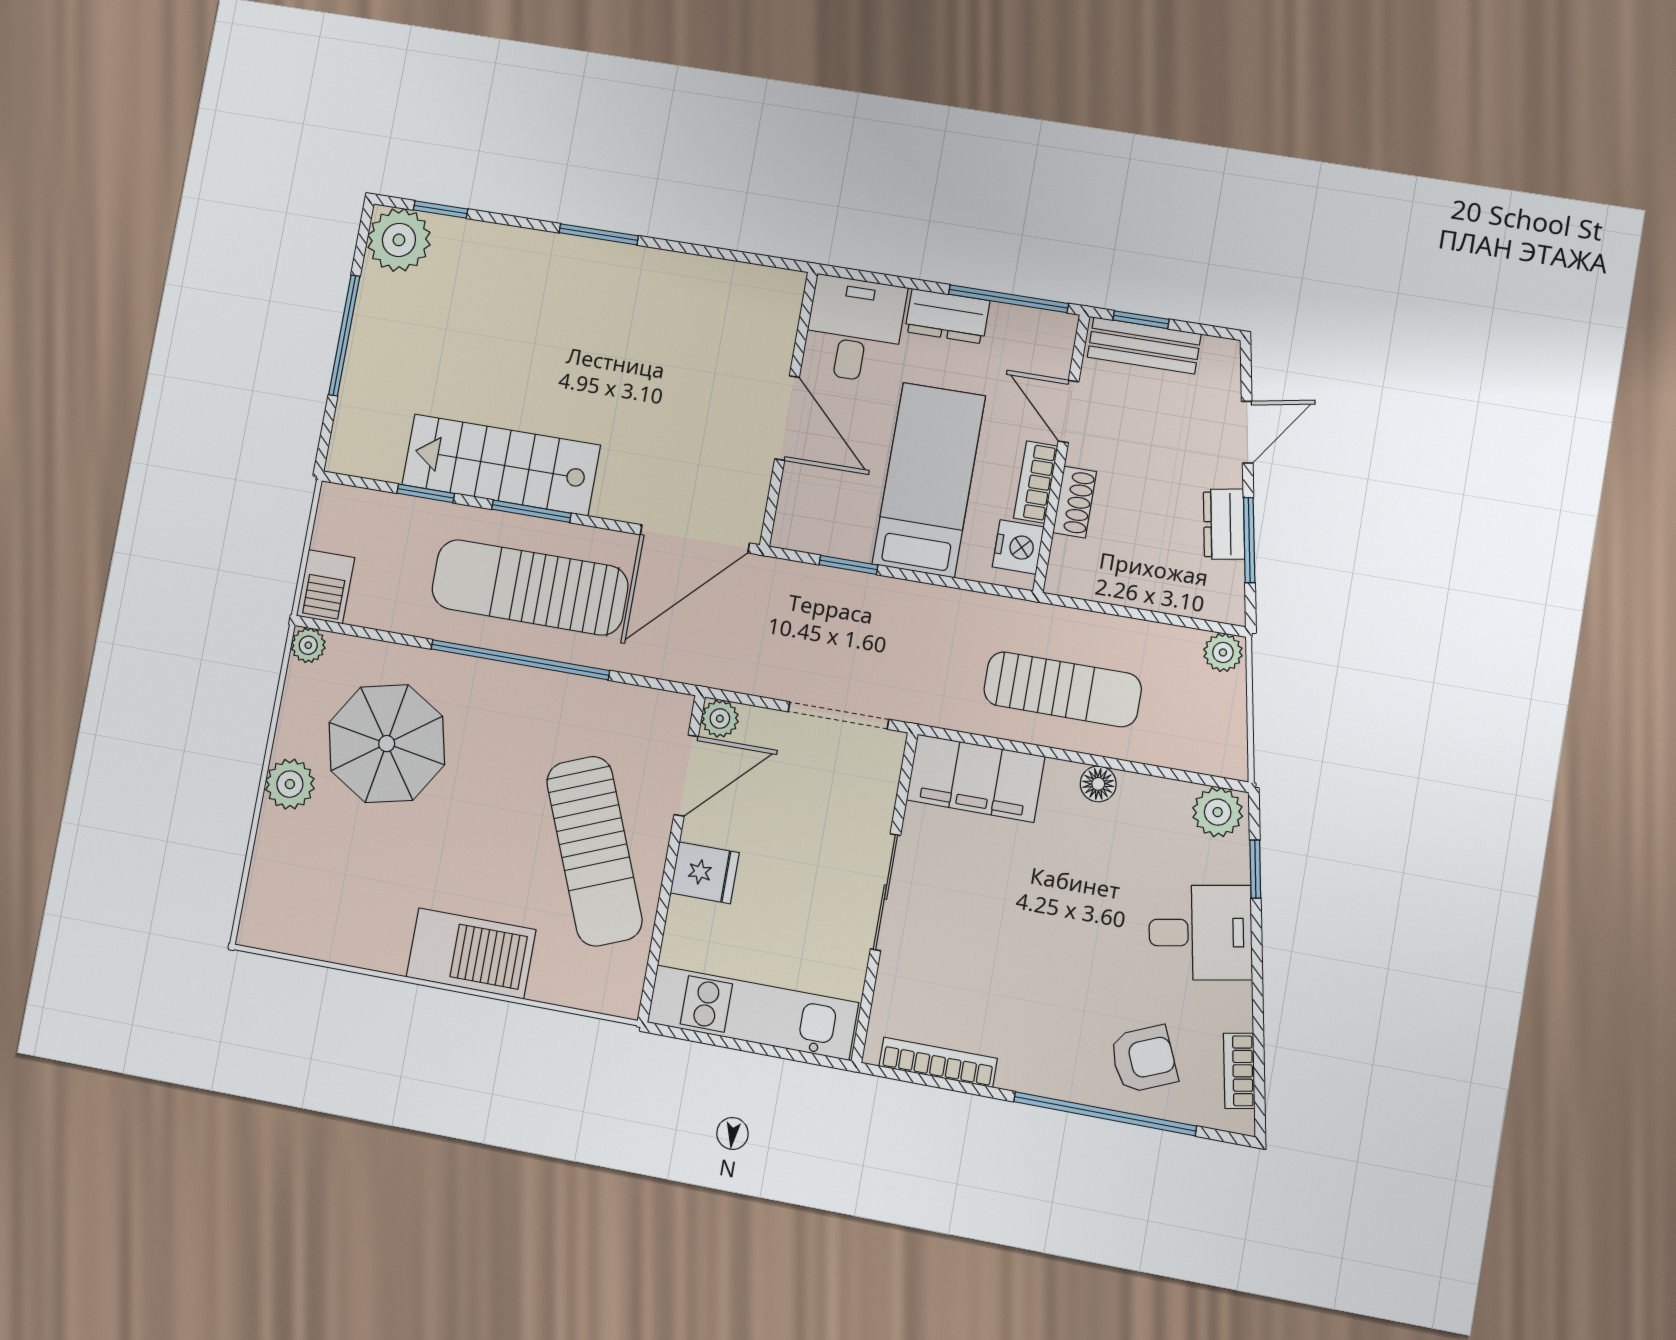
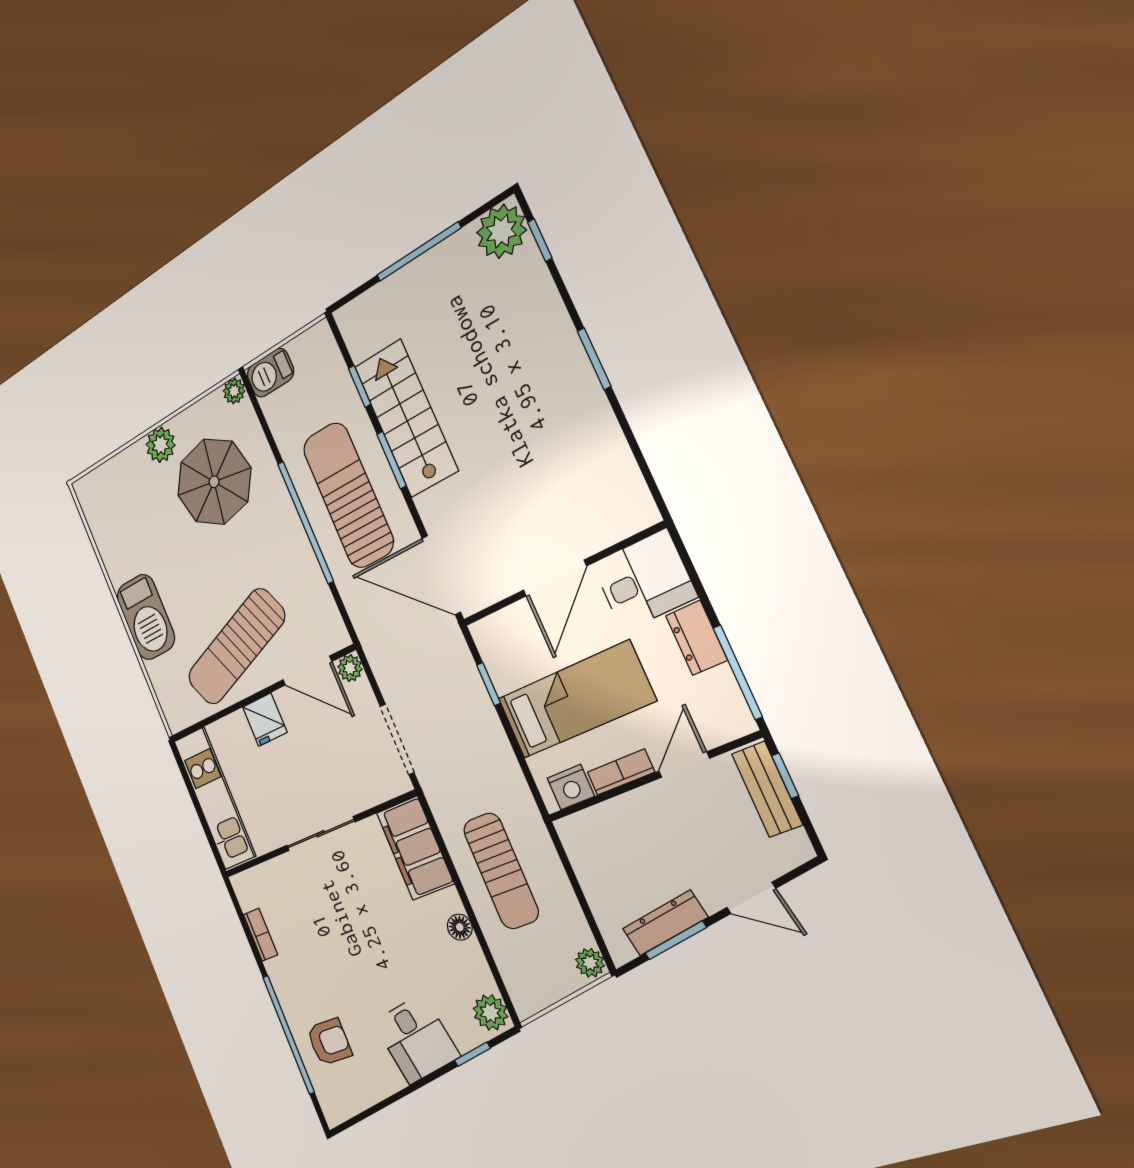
shoe rack: (1075, 502) -> (625, 807), removed
dresser: (1224, 524) -> (665, 923), width x1.44
armchair: (1144, 1059) -> (329, 1042), turned -67
bookcase: (938, 1062) -> (261, 935), width x0.64
bookcase: (1239, 1071) -> (357, 1103), removed

